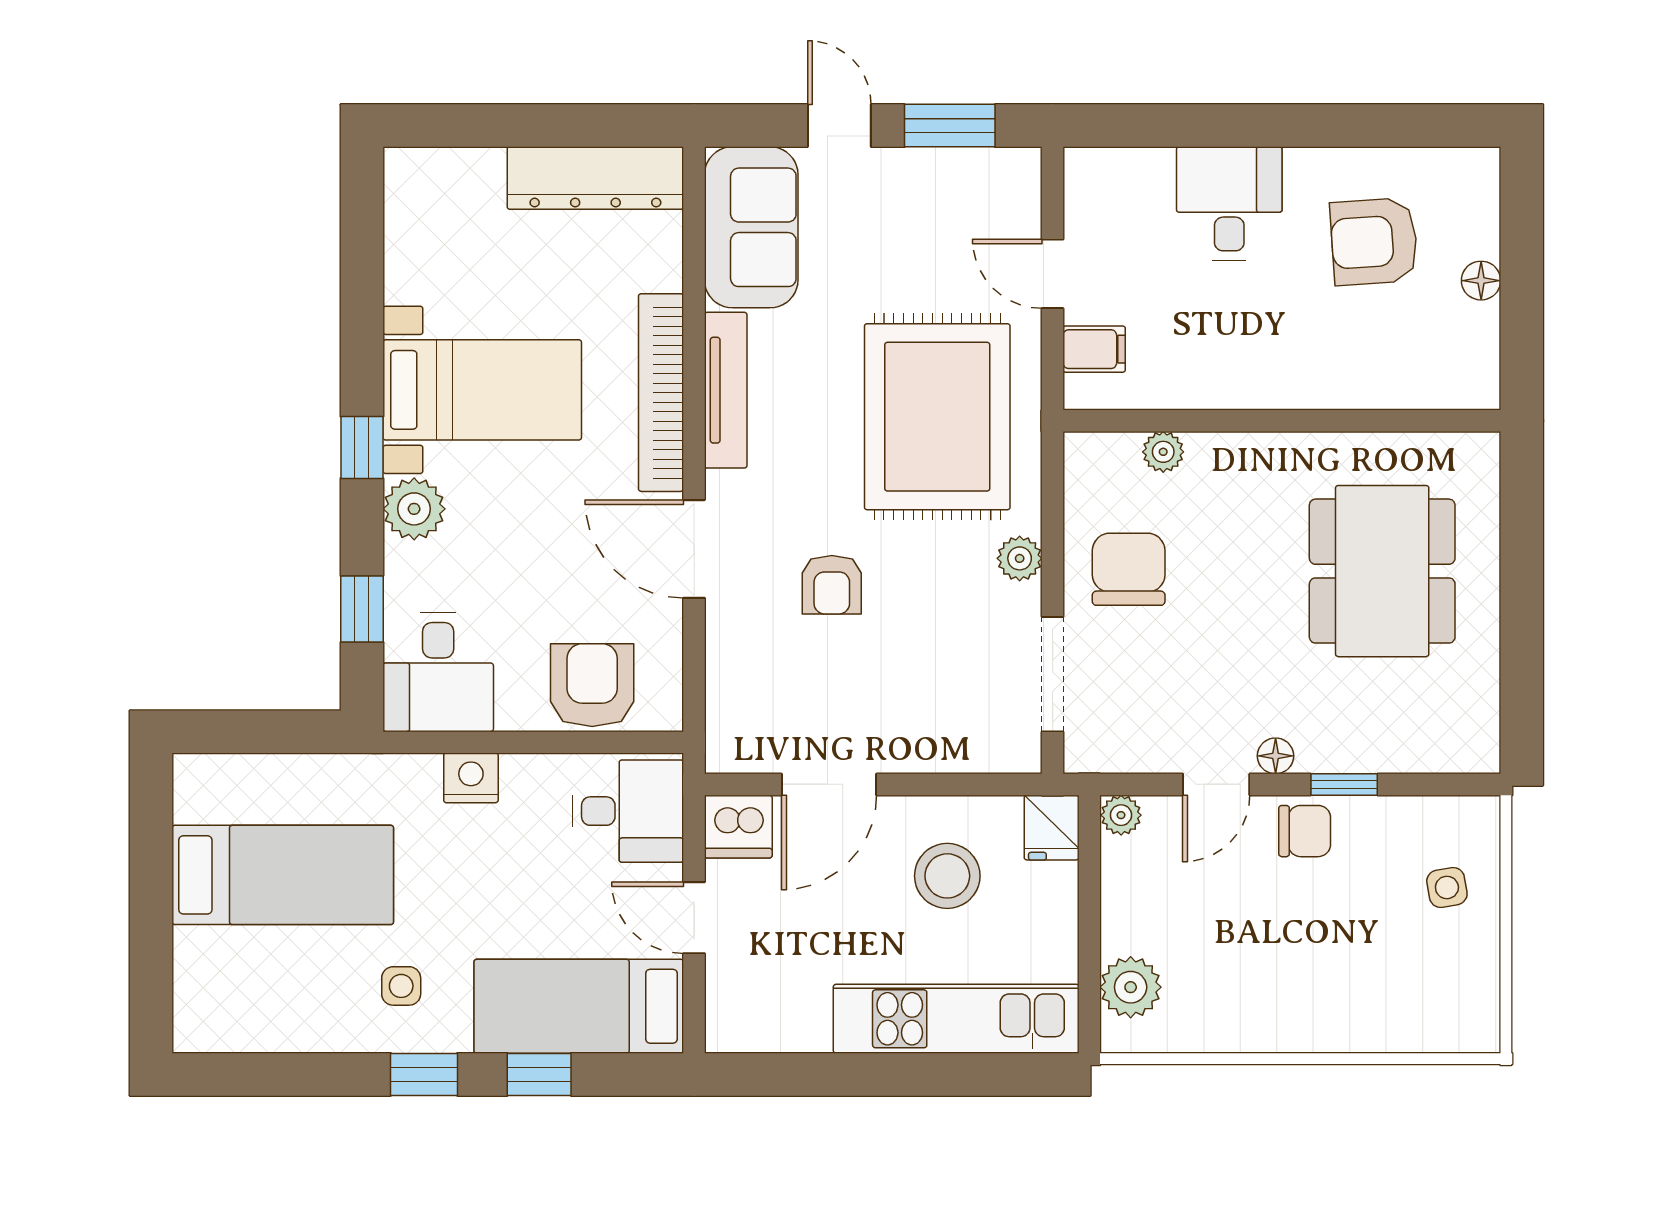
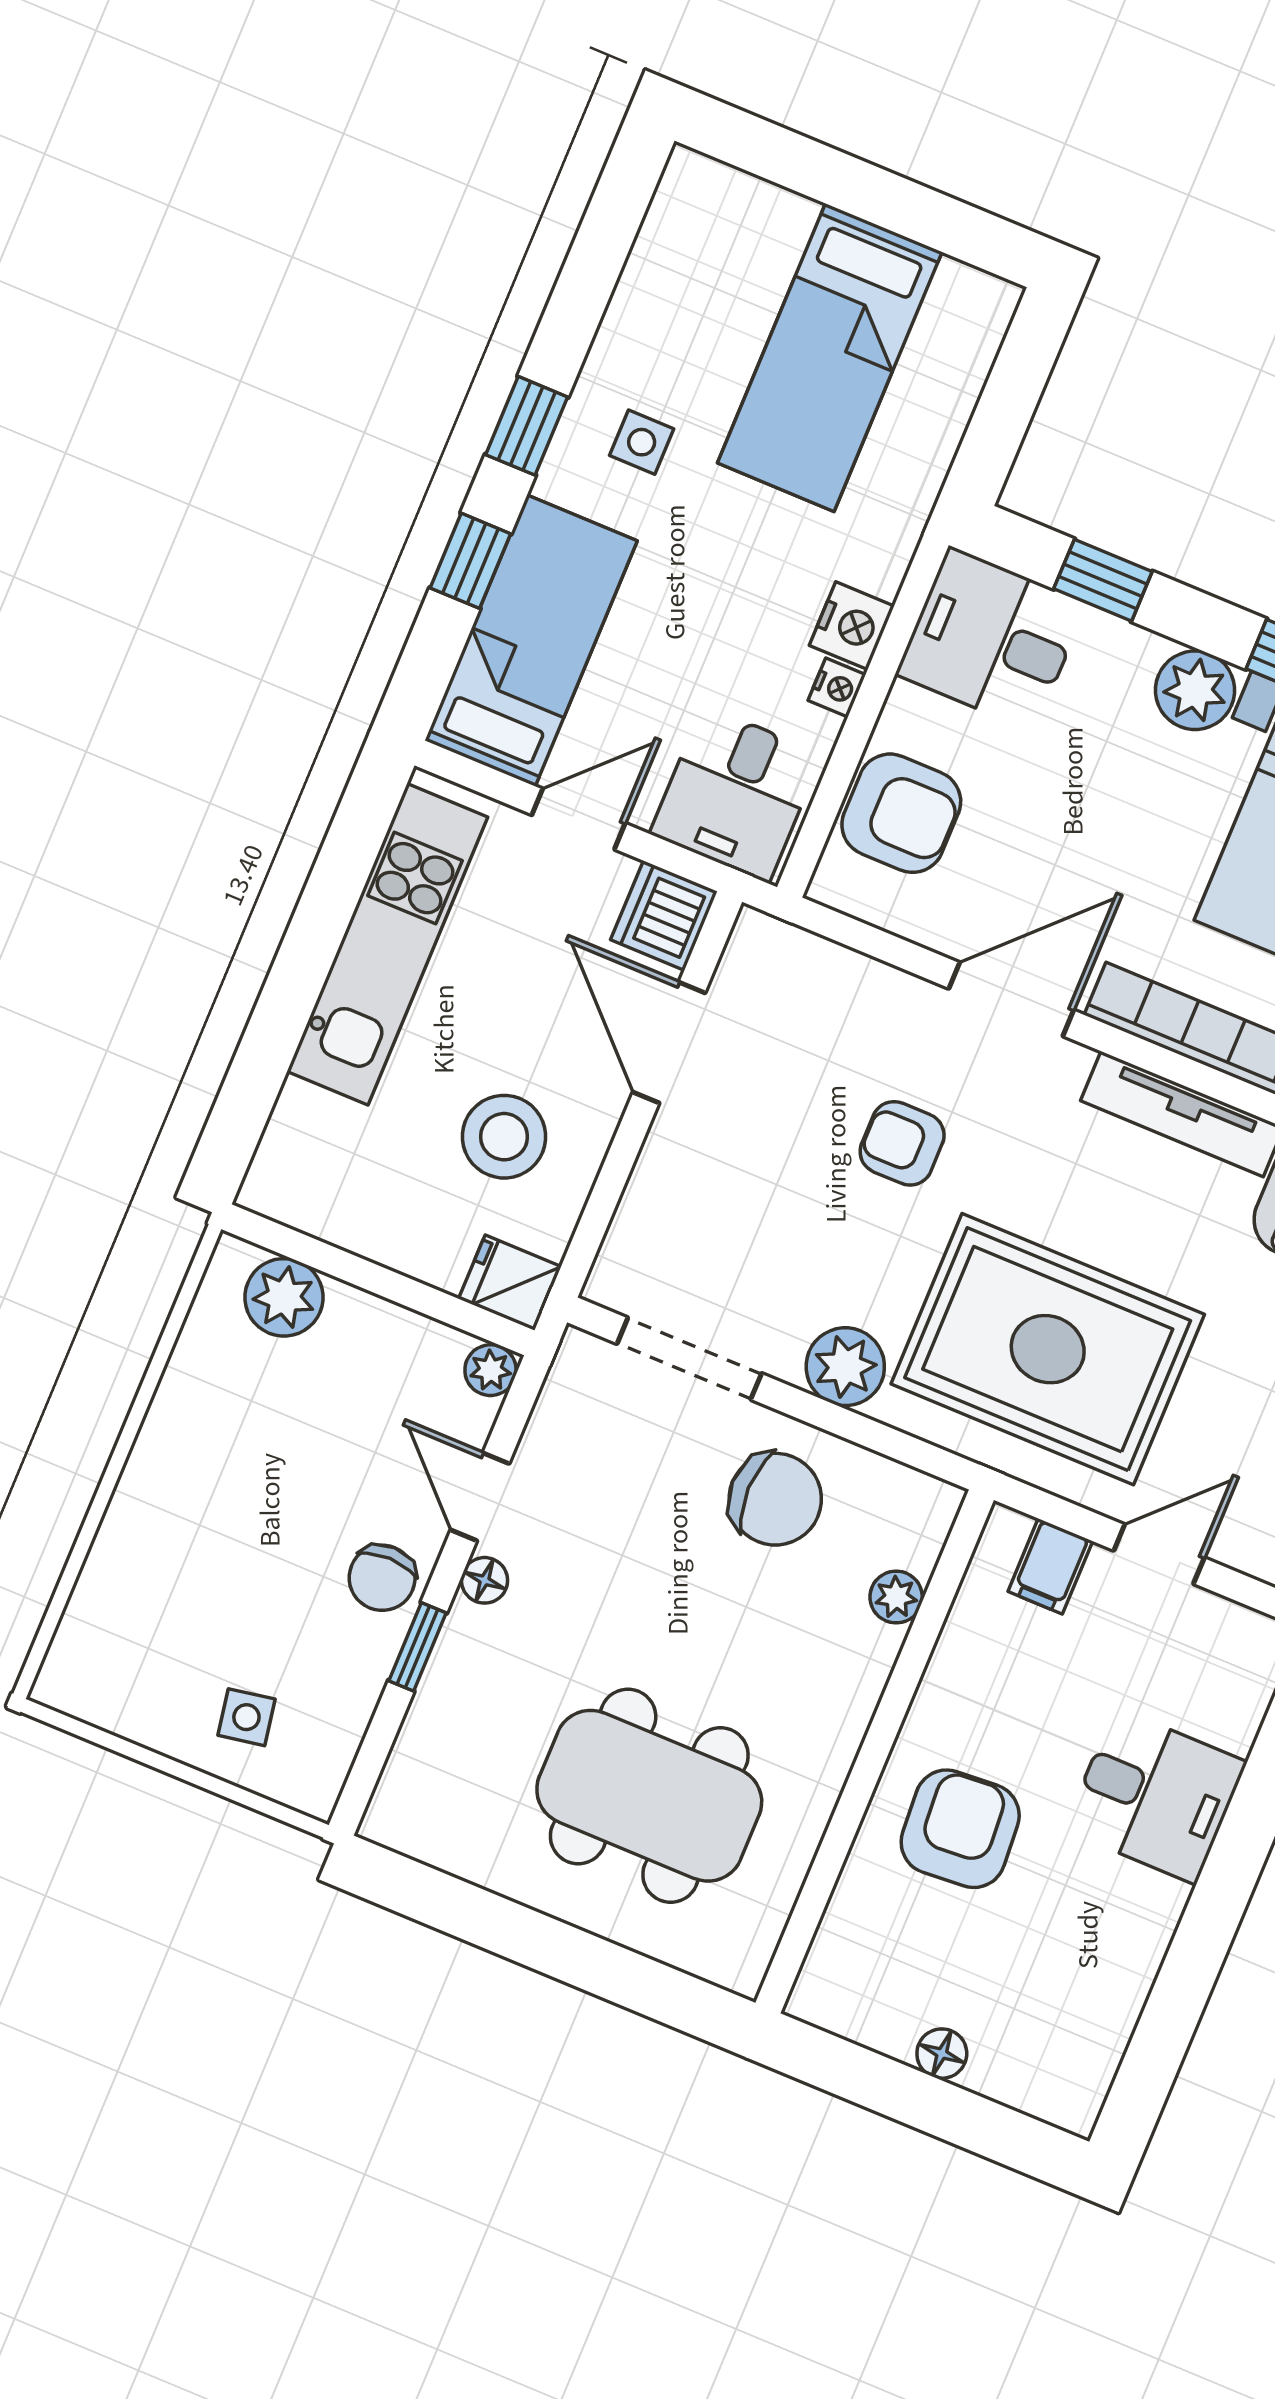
armchair: (1374, 242) -> (960, 1829), moved
plant: (1020, 558) -> (845, 1367), width x1.38, depth x1.38
nightstand: (520, 770) -> (837, 688), added
kitchen unit: (956, 1019) -> (387, 944), moved

